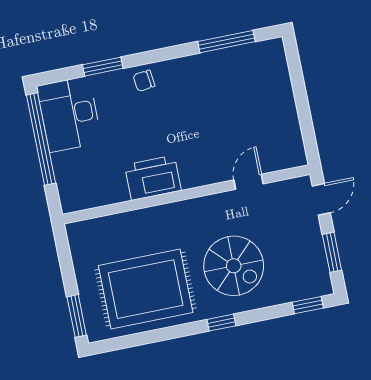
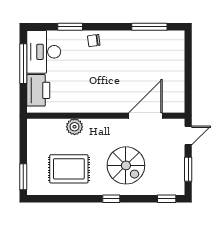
window: (41, 139) -> (23, 64), width x0.68
printer: (153, 178) -> (38, 90), moved, turned 90
door: (248, 182) -> (145, 116), width x1.87
plant: (141, 222) -> (75, 127), added
rug: (146, 289) -> (69, 169), width x0.73, depth x0.69

